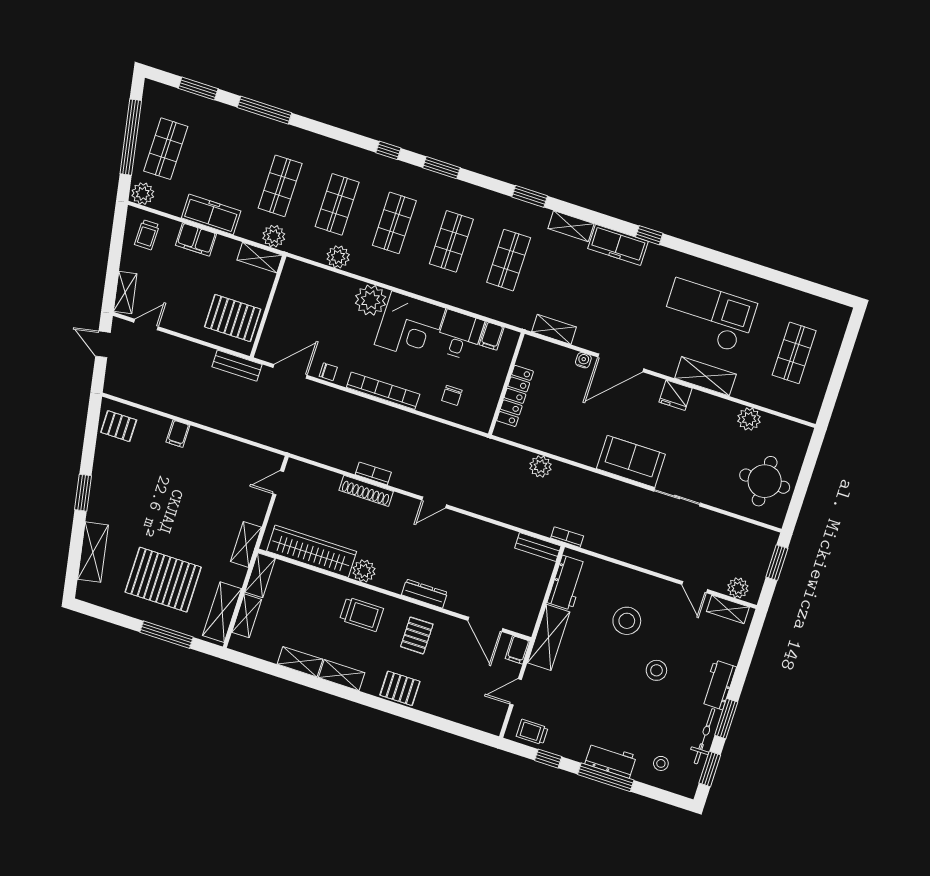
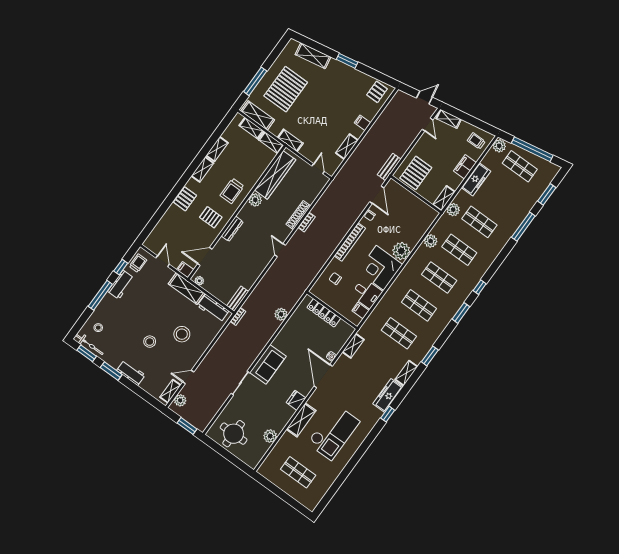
shelving: (226, 447) -> (347, 147), added
plant: (529, 620) -> (199, 281), added
bicycle: (705, 736) -> (89, 344), moved
workbench: (611, 760) -> (121, 285), moved

